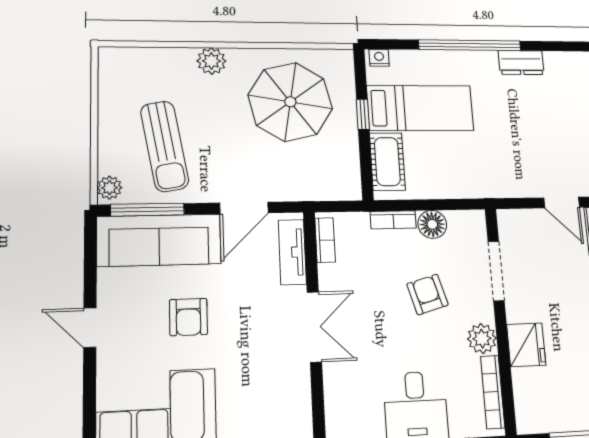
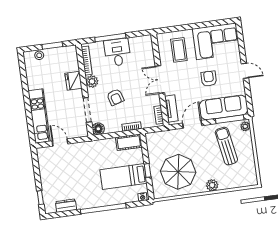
dresser: (521, 63) -> (66, 206), moved
cot: (387, 162) -> (129, 142), moved, turned 90
floor lamp: (432, 224) -> (98, 129), moved
coffee table: (258, 399) -> (179, 50), added

